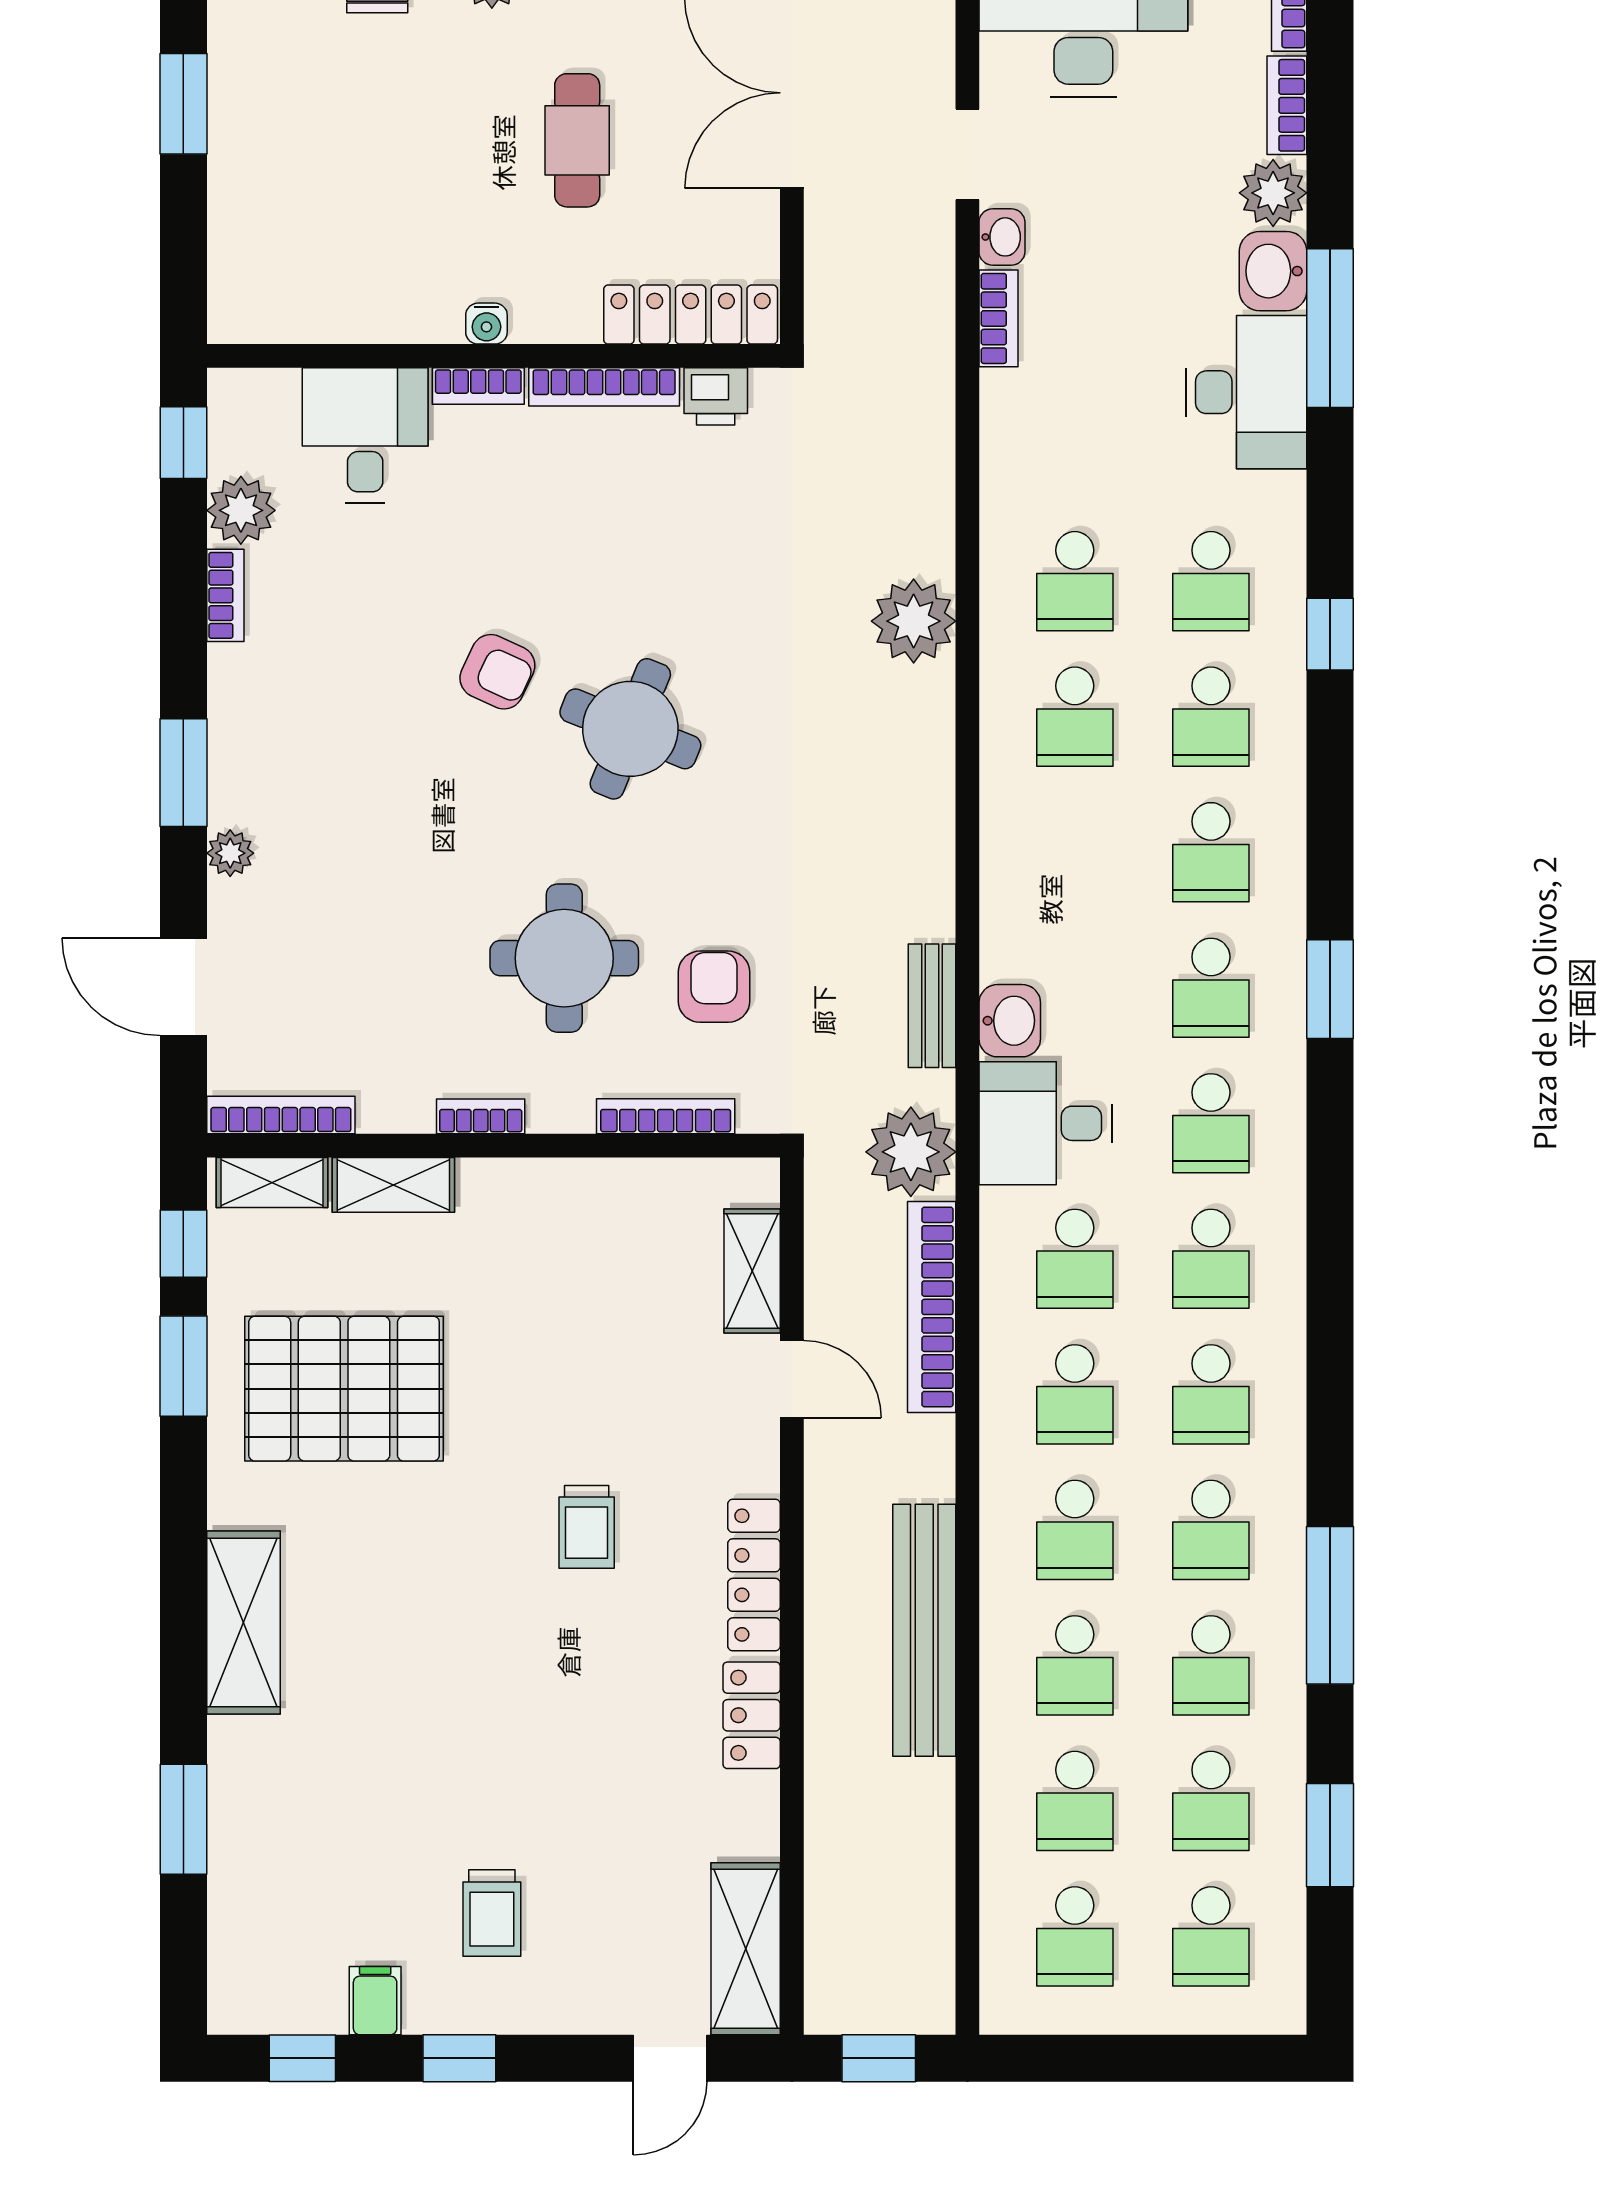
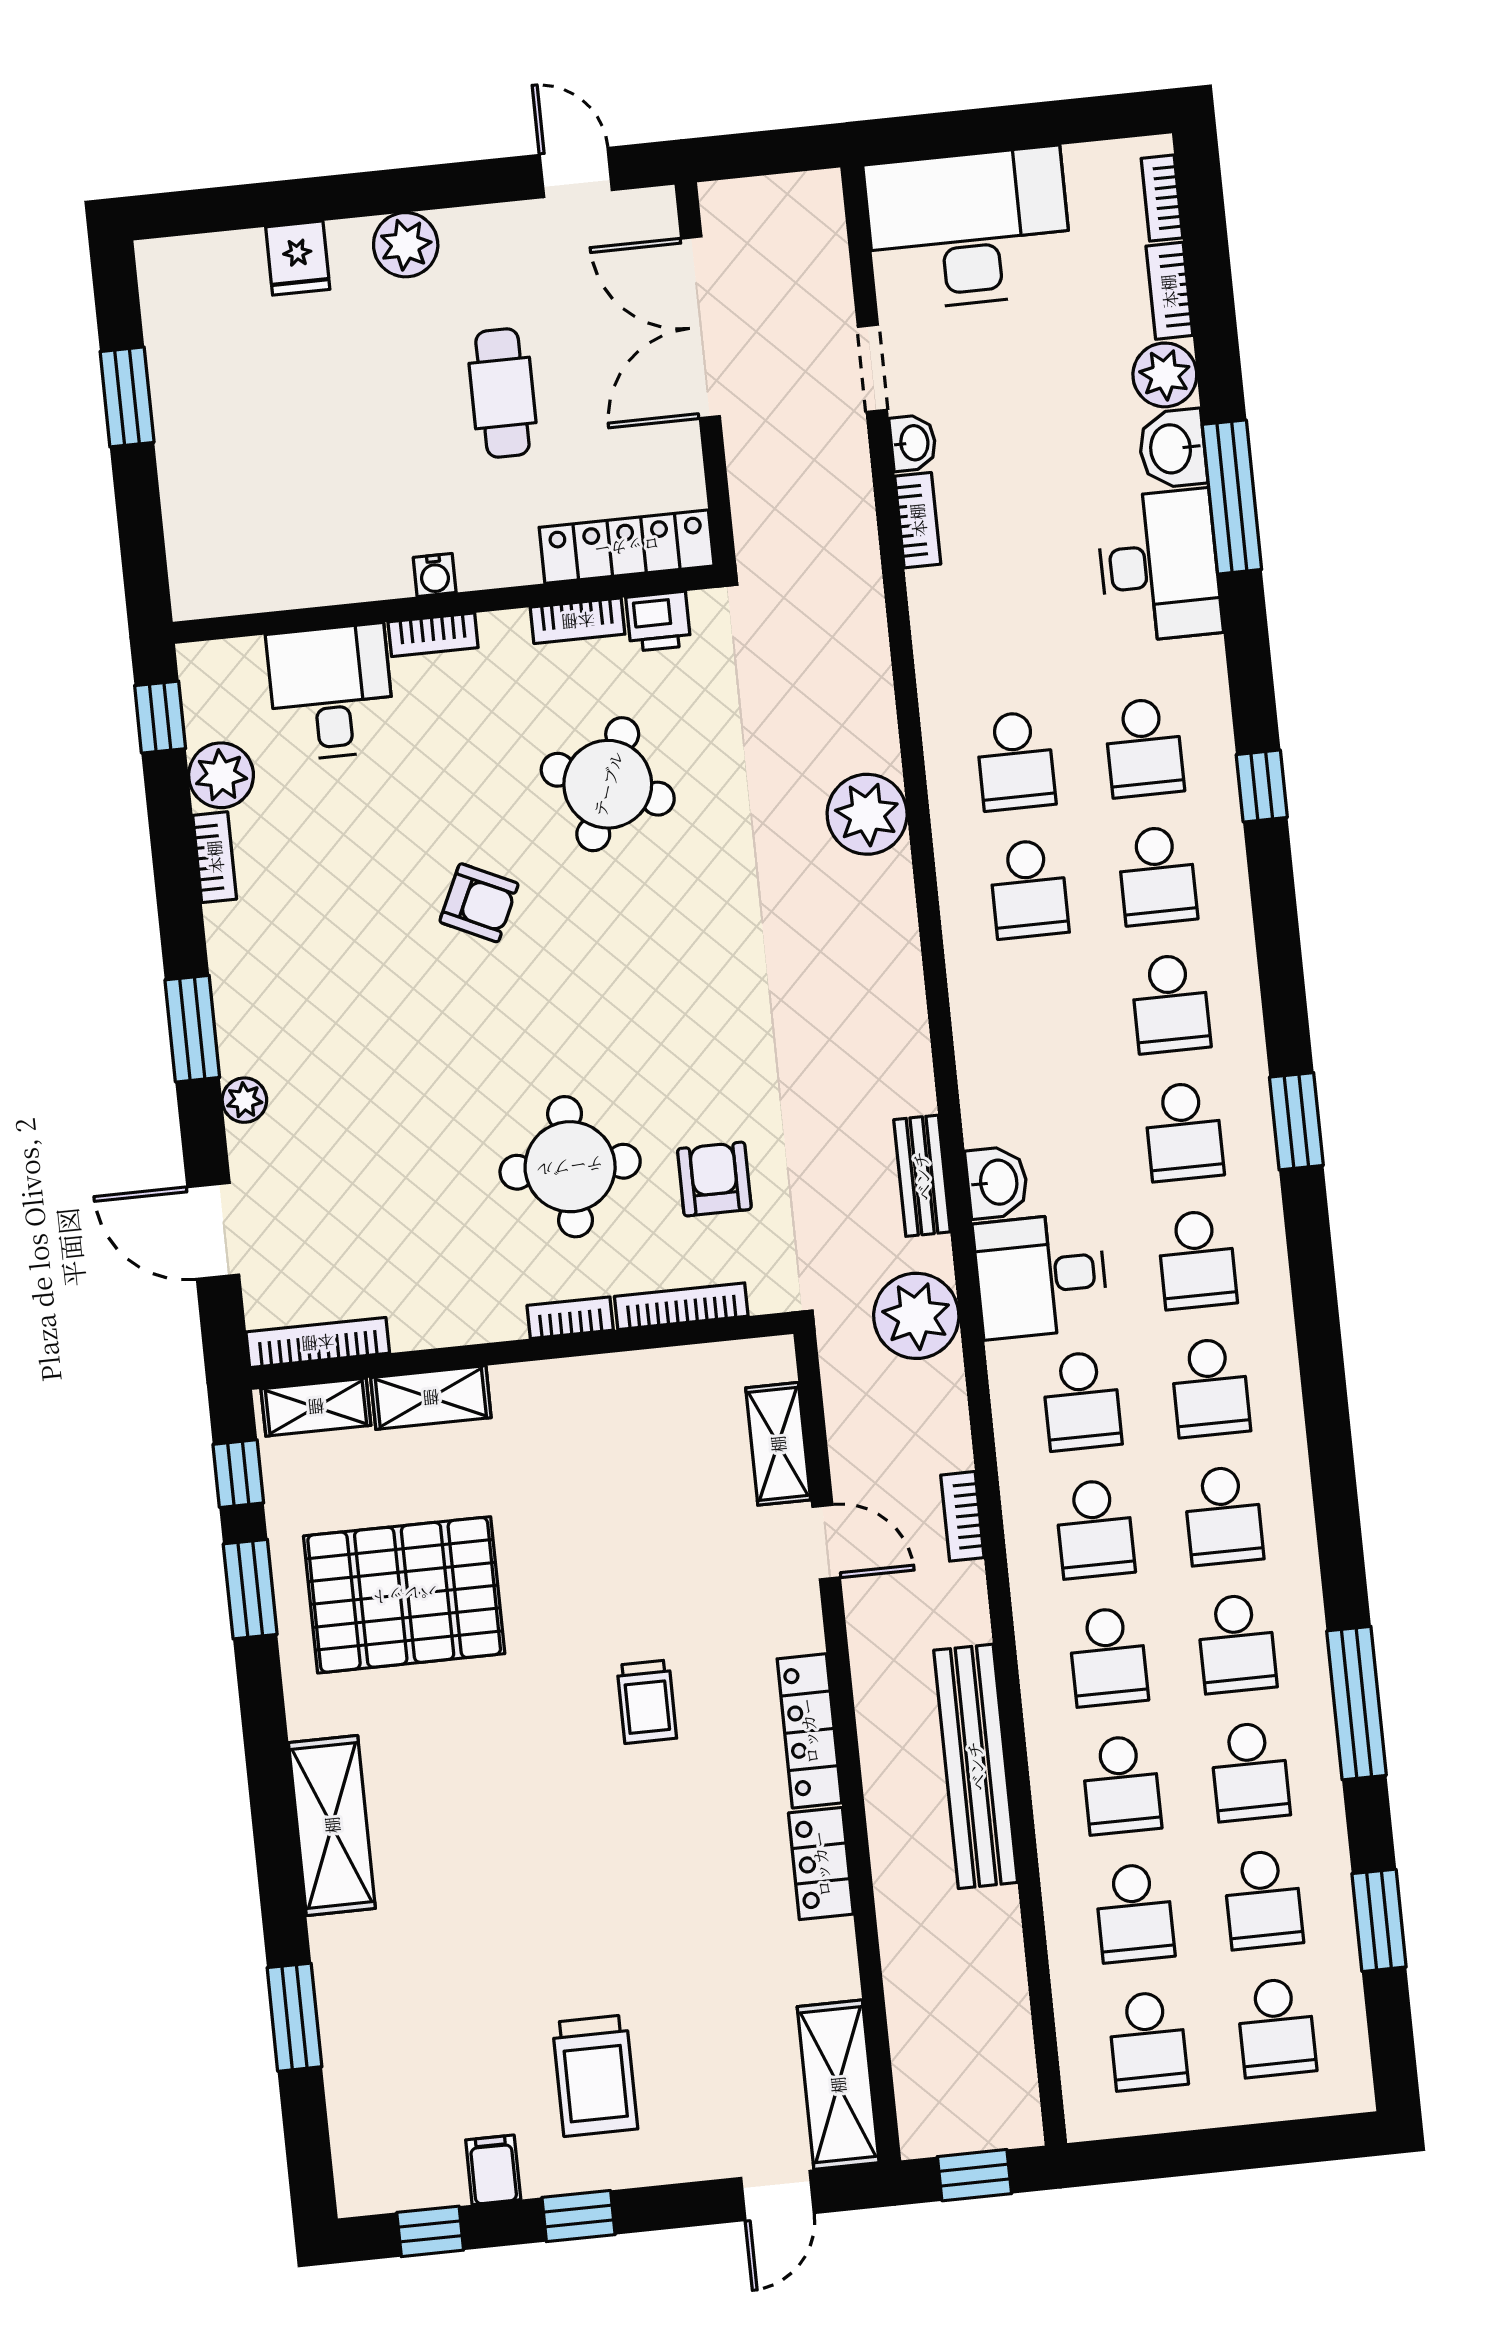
bookcase: (604, 387) -> (578, 621), width x0.64
round table: (630, 729) -> (608, 784), moved
bookcase: (481, 1116) -> (570, 1318), moved
bookcase: (932, 1307) -> (962, 1516), width x0.43, depth x0.76
trolley: (492, 1913) -> (595, 2076), width x1.36, depth x1.39

